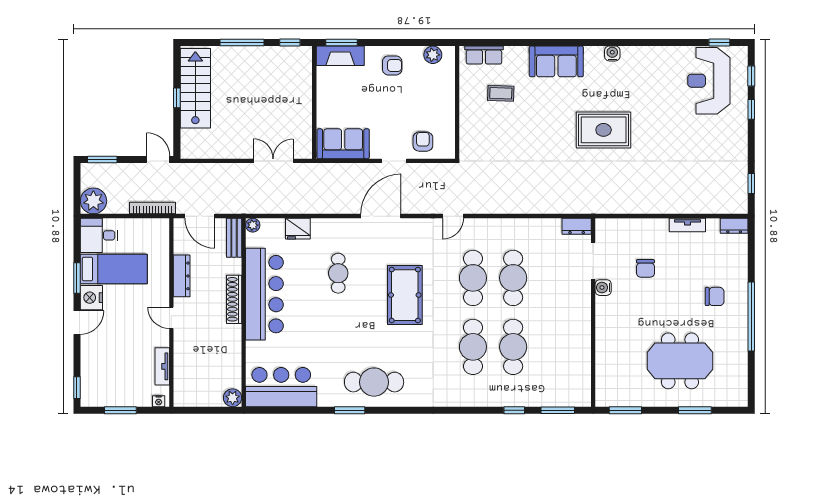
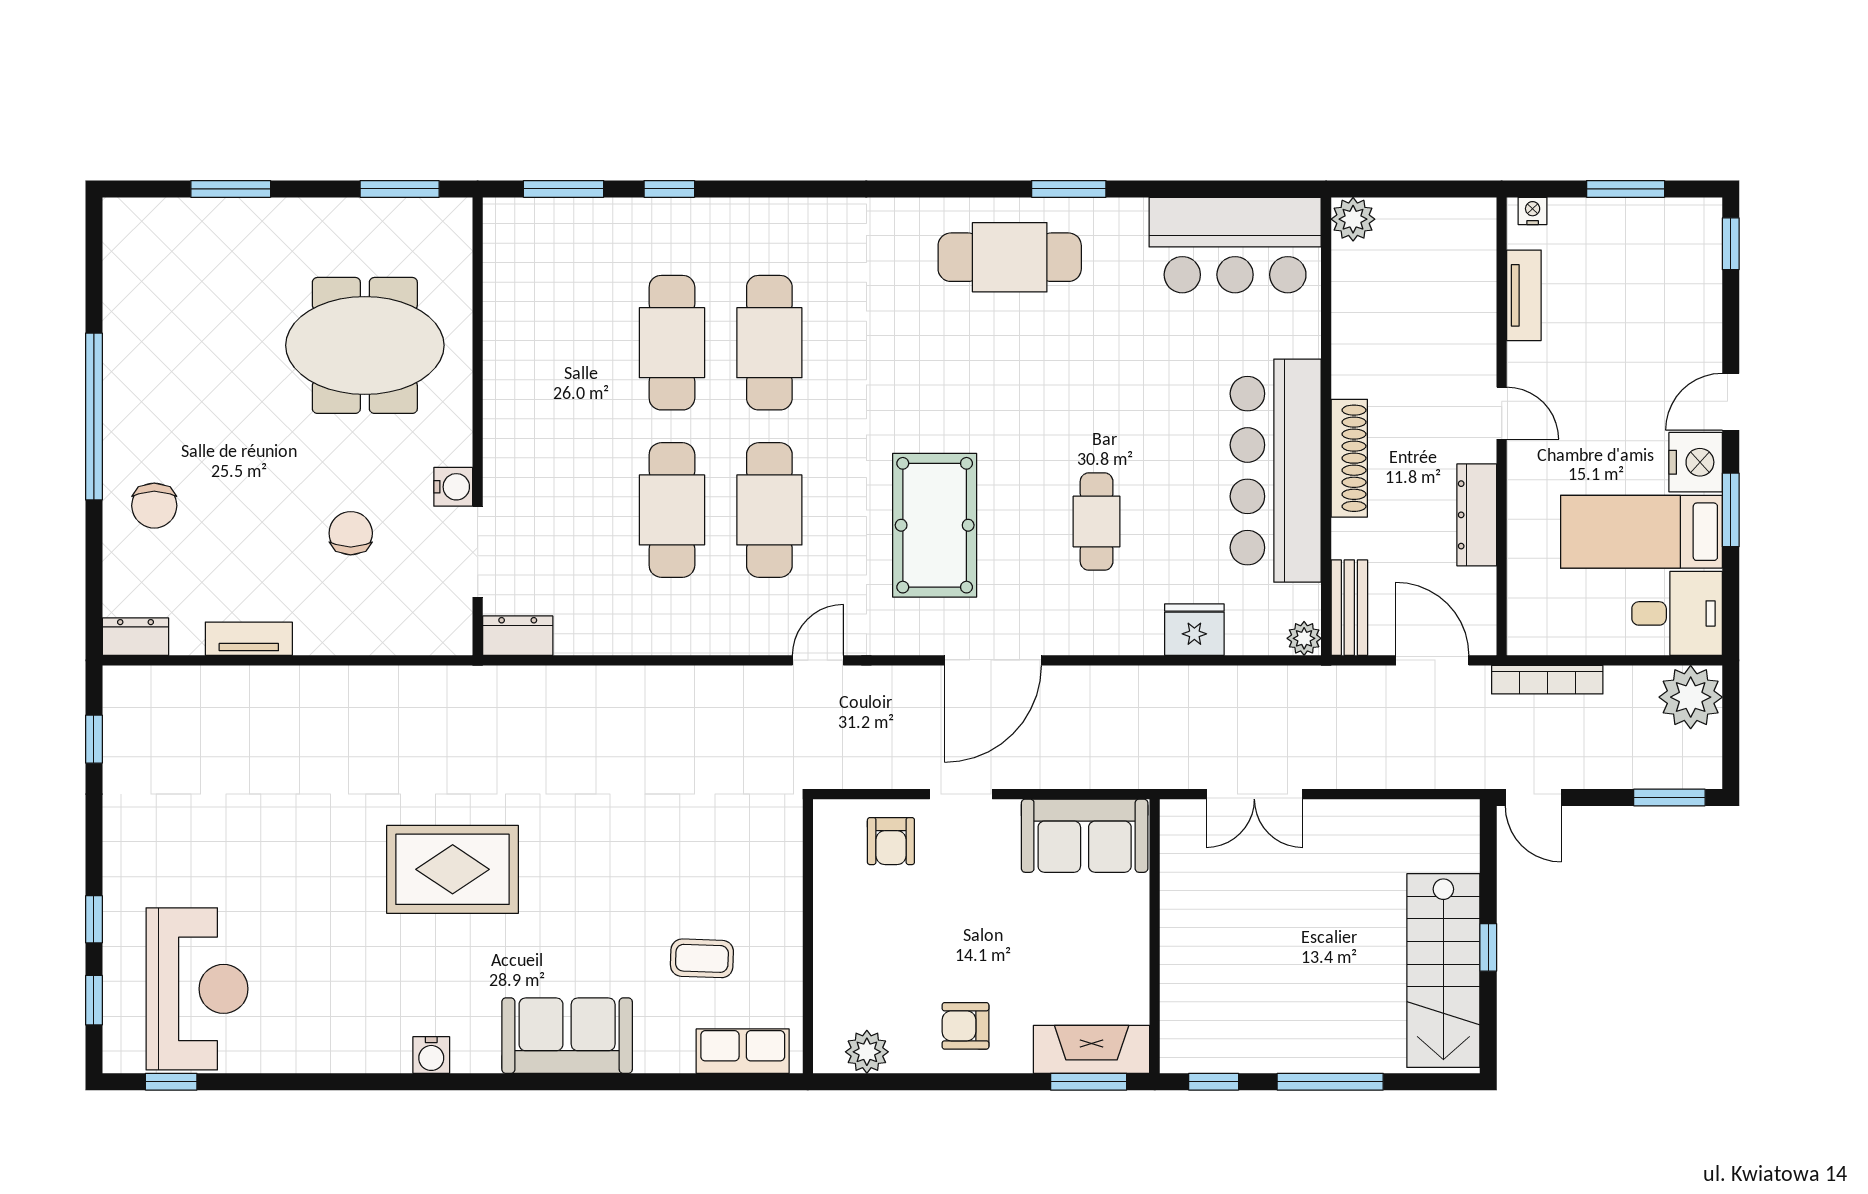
pool table: (405, 295) -> (935, 525), moved
chair: (715, 296) -> (154, 506), moved, turned -90
meeting table: (680, 361) -> (365, 345), moved

